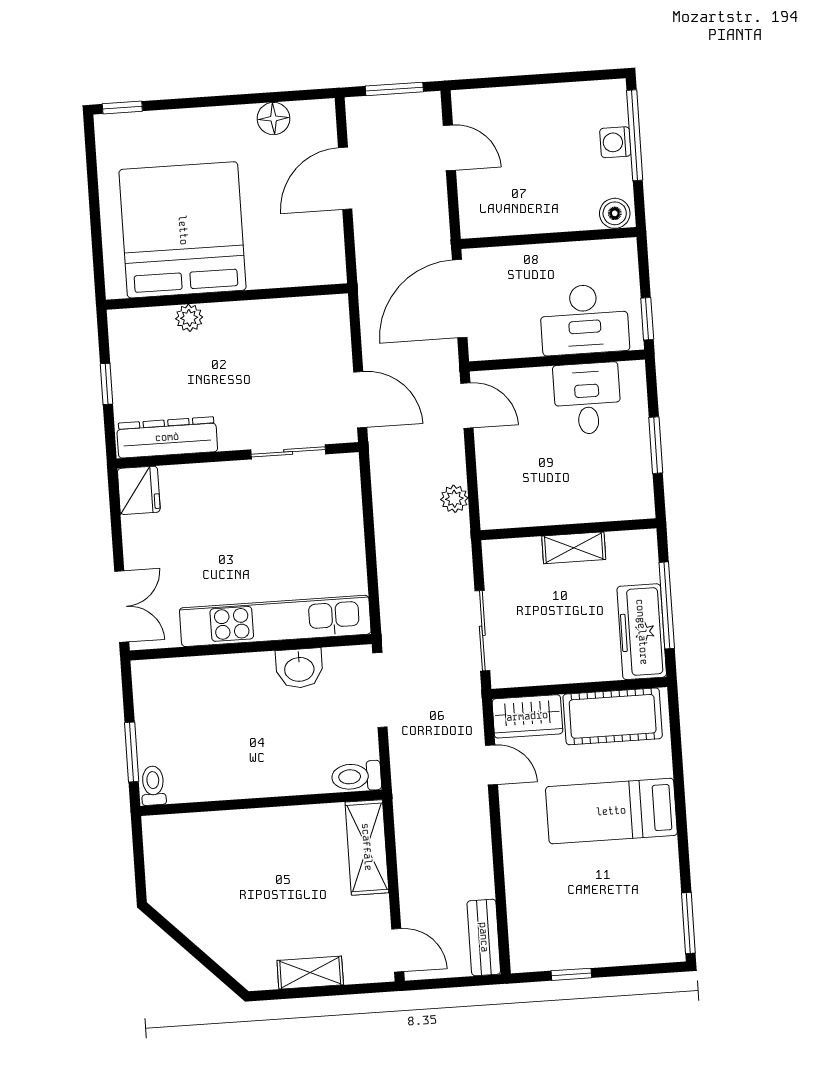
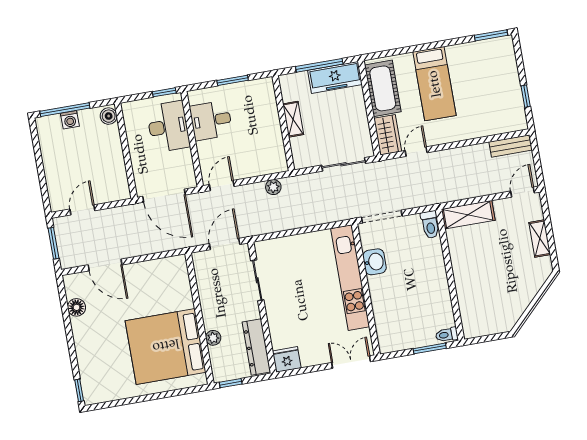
bed: (183, 230) -> (166, 346), moved
wall: (227, 297) -> (199, 319), moved
plant: (189, 318) -> (213, 338), moved

